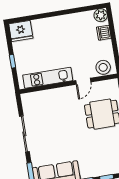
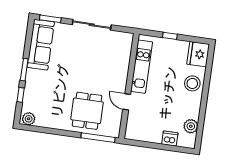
plant: (101, 15) -> (191, 126), moved
stool: (103, 67) -> (192, 83), moved

